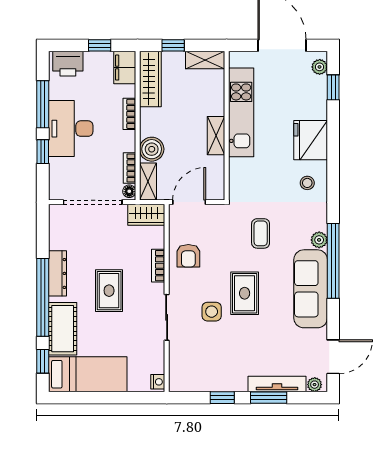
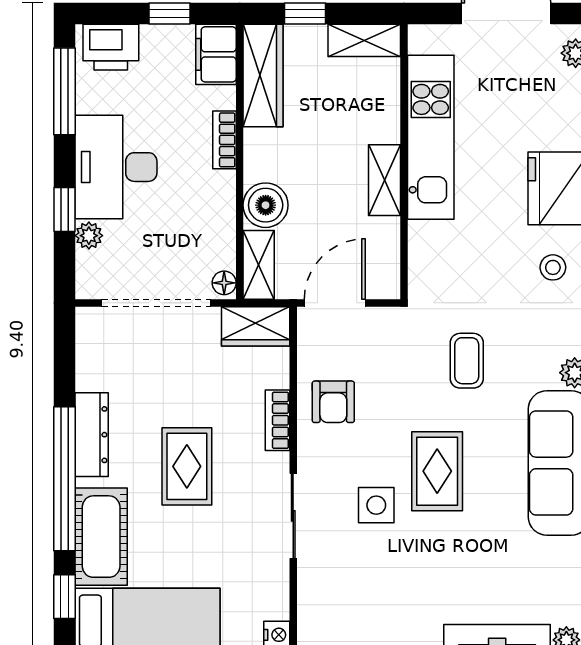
window: (43, 104) -> (64, 91), moved
plant: (56, 166) -> (89, 236), added
bookcase: (130, 168) -> (225, 240), removed

